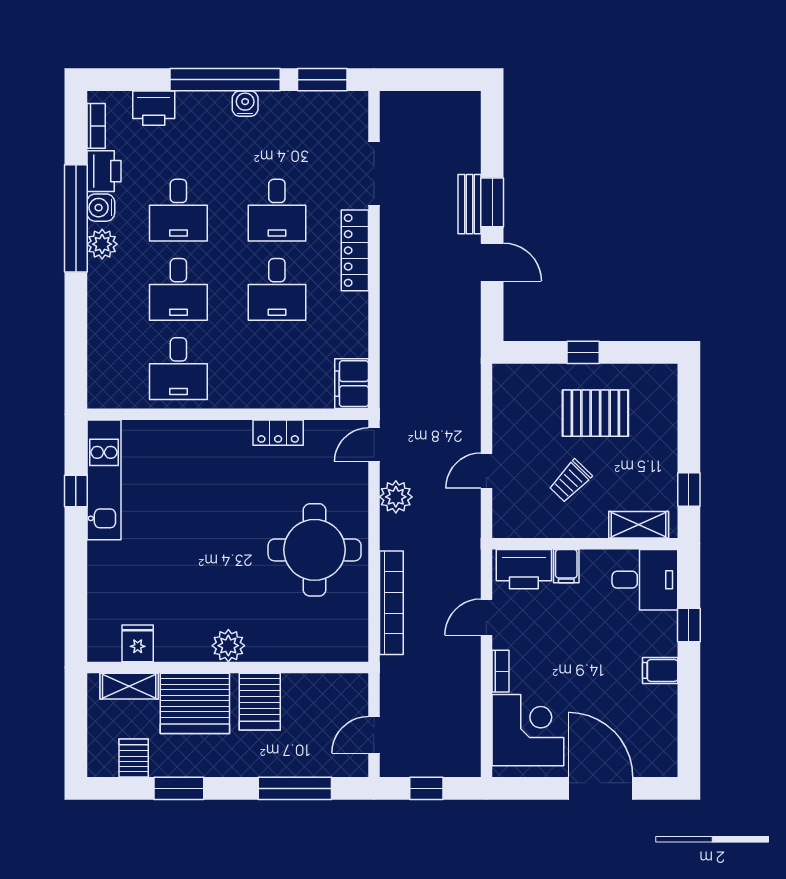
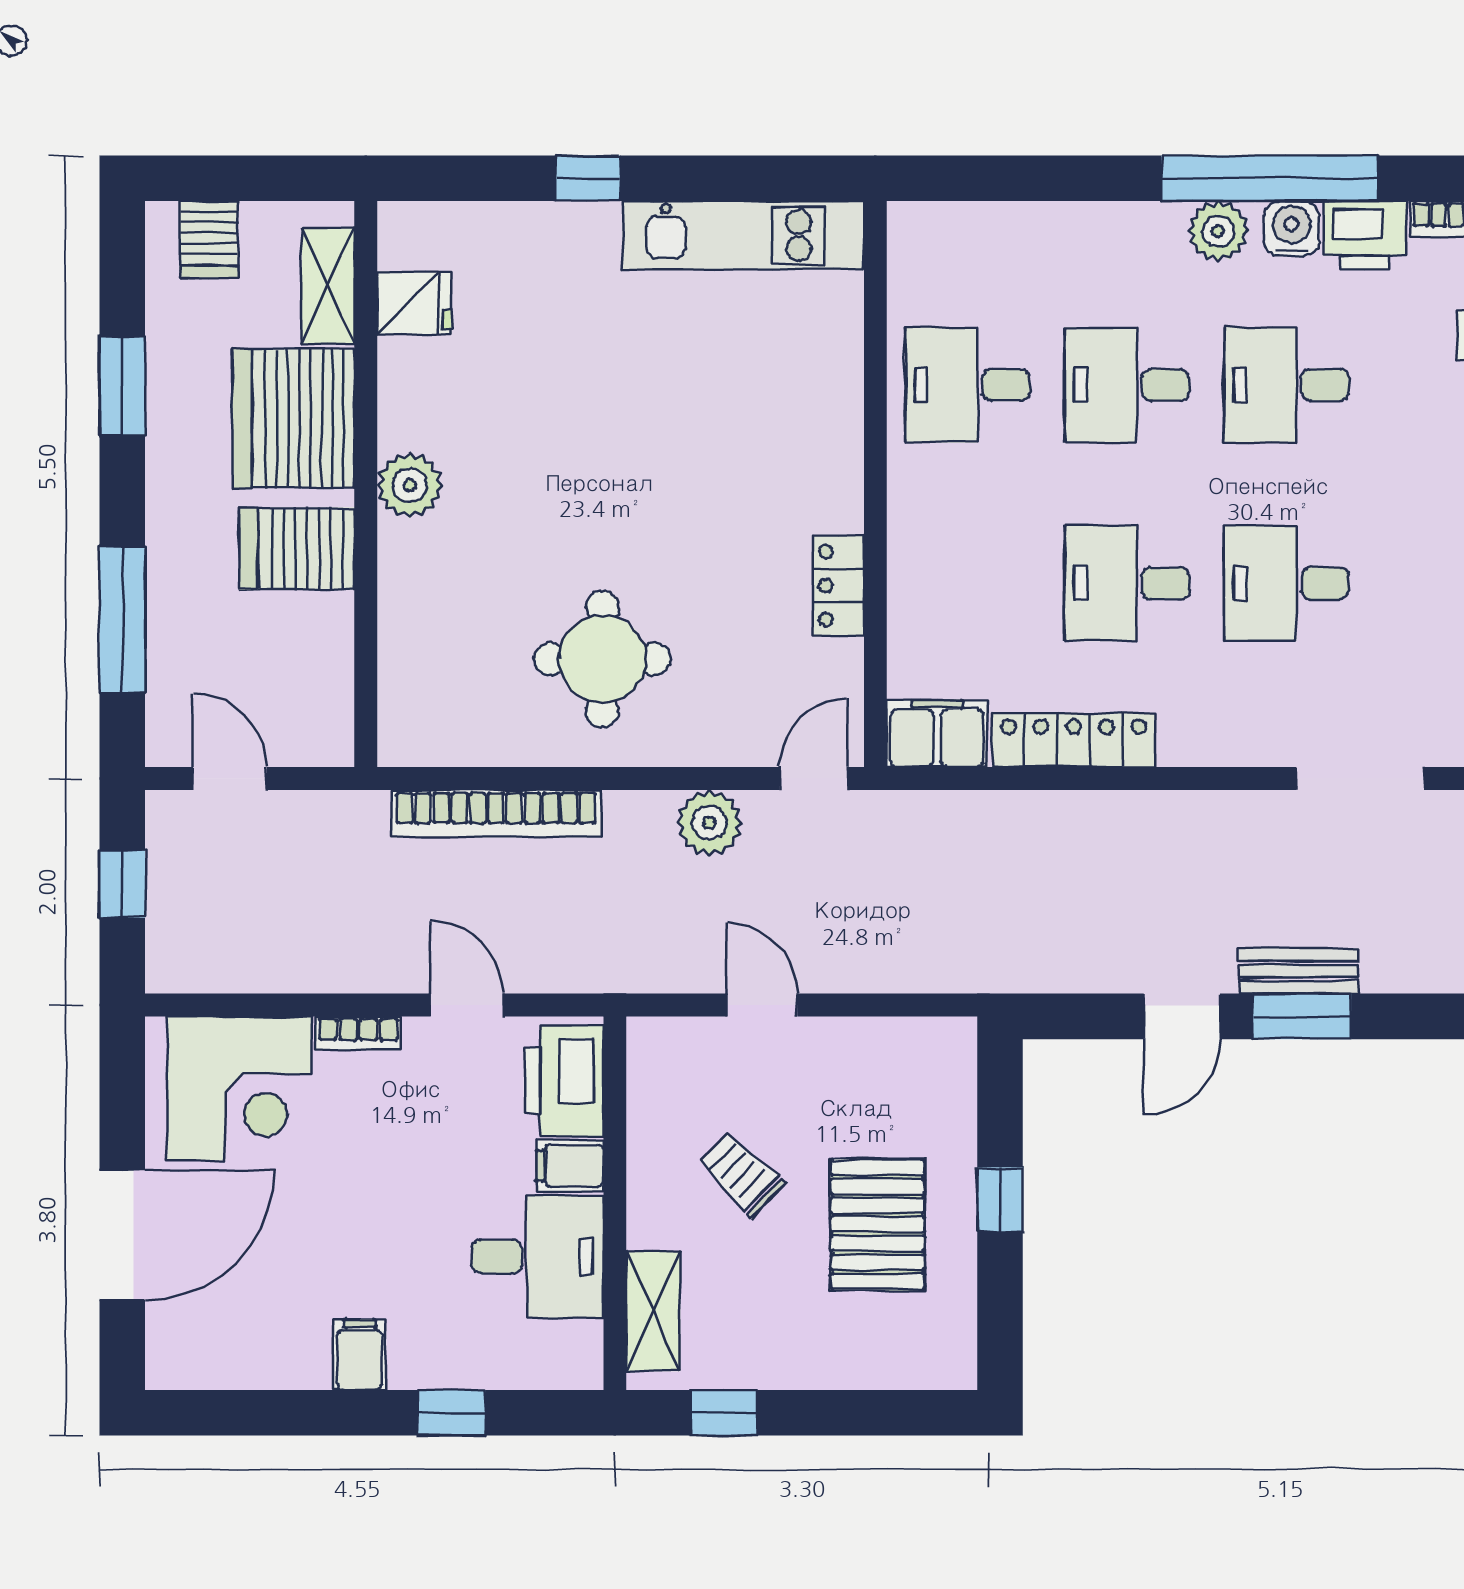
locker: (355, 250) -> (1074, 740), moved
door: (374, 445) -> (814, 779), hinge flipped
window: (76, 491) -> (588, 178), moved
round table: (315, 550) -> (602, 659), width x0.73, depth x0.73
desk: (645, 580) -> (538, 1257), moved, turned -90
server rack: (134, 758) -> (209, 240), moved, turned 90

